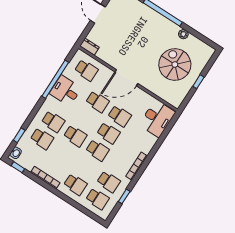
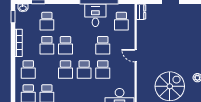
door: (126, 78) -> (136, 56), width x0.53
school desk: (53, 122) -> (47, 45), moved

